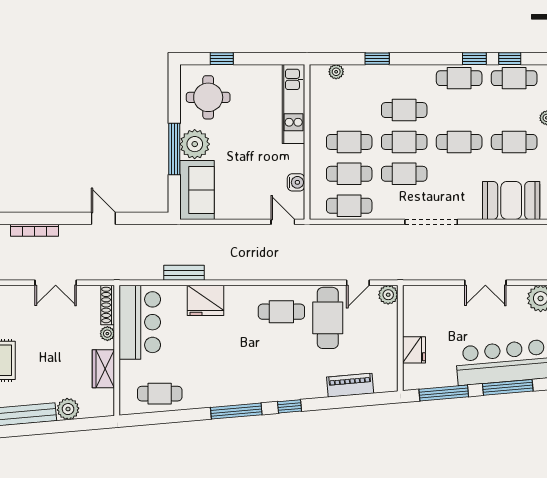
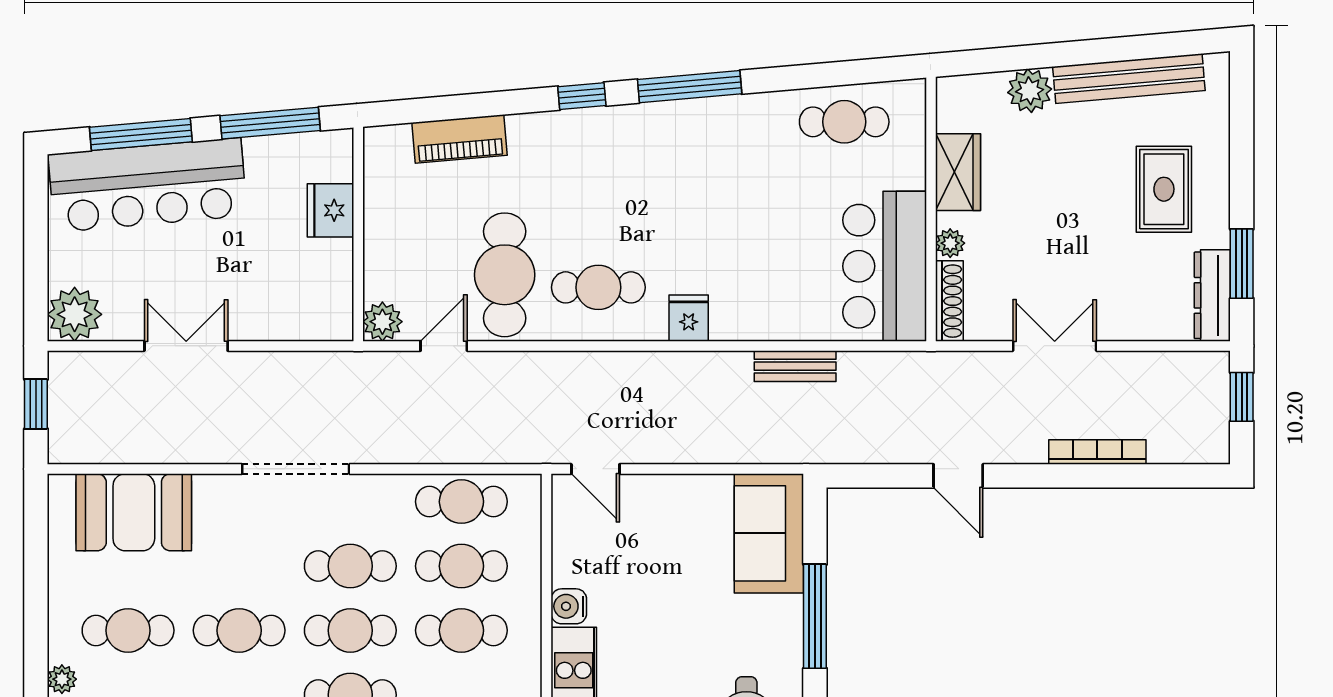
plant: (195, 144) -> (773, 626), removed
water cooler: (296, 182) -> (569, 606), moved
fridge: (205, 300) -> (689, 318), moved, width x0.53, depth x0.75

